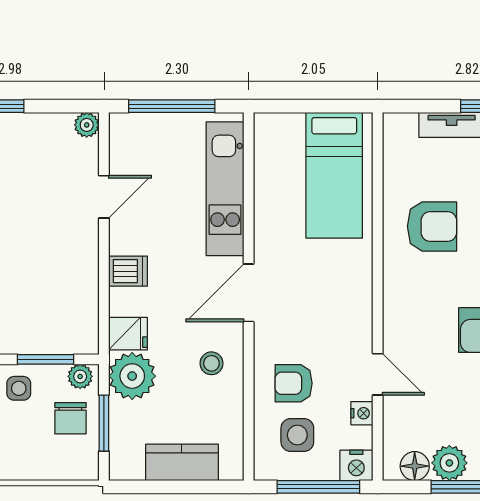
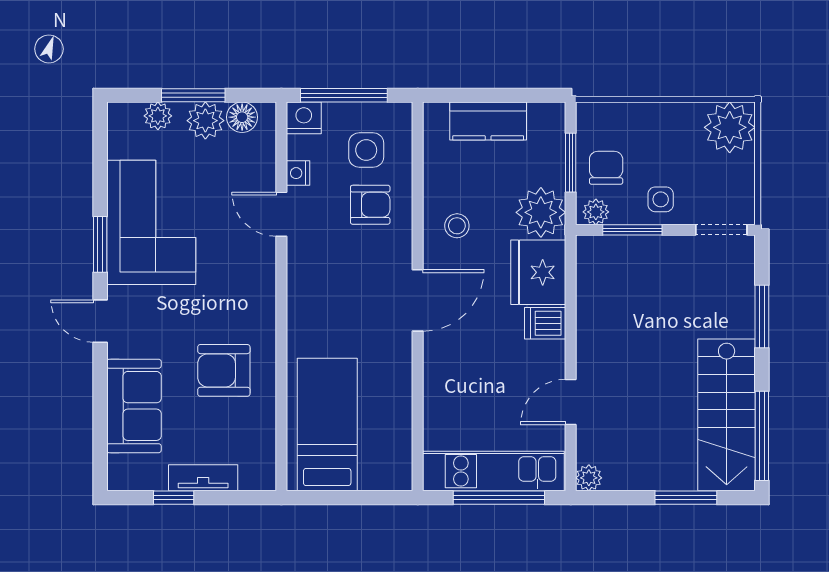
kitchen unit: (225, 189) -> (493, 471), moved, turned -90
fridge: (128, 334) -> (538, 272), width x1.88, depth x1.34

